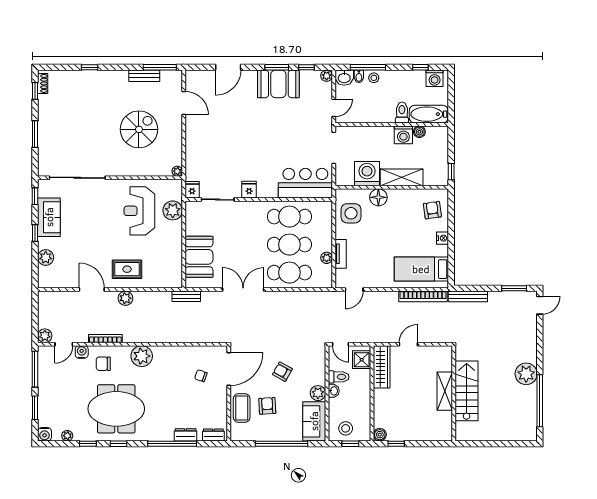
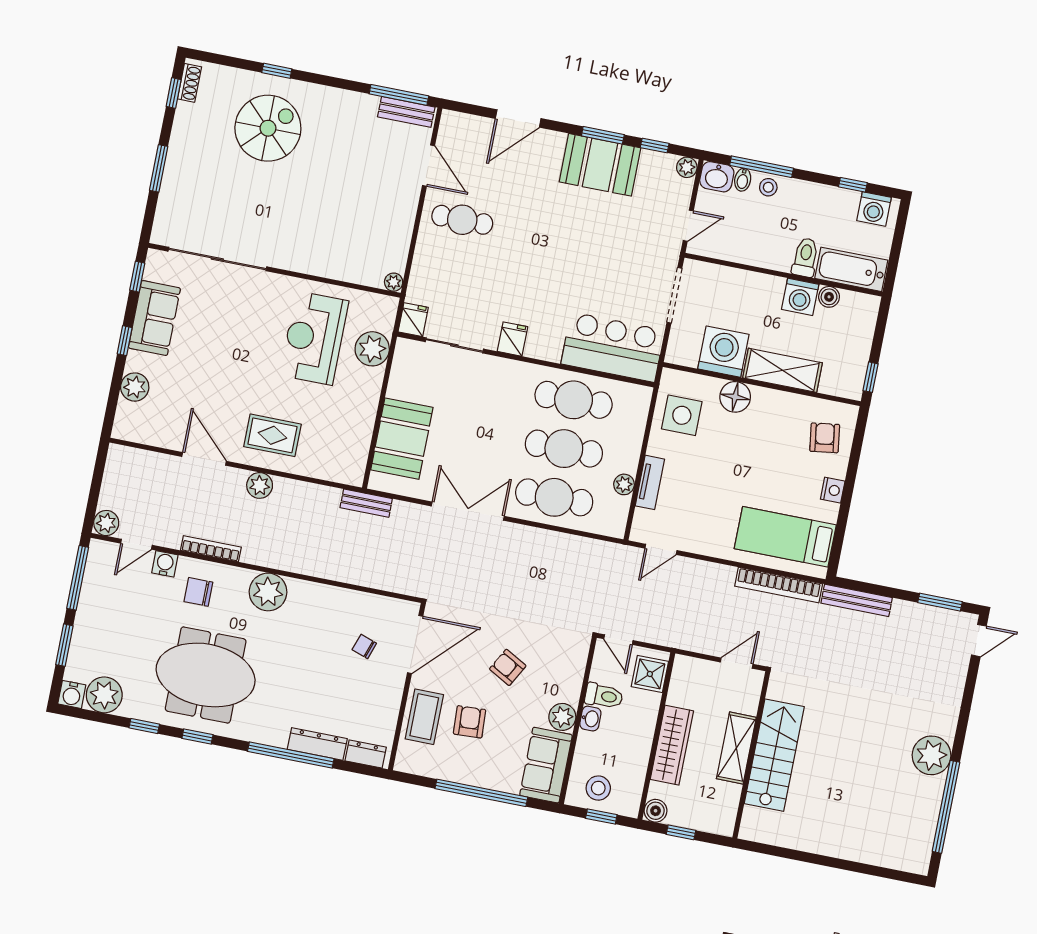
bench: (144, 76) -> (406, 112), moved
spiral stairs: (139, 129) -> (268, 128), moved
cafe table: (208, 129) -> (462, 220), added
wardrobe: (382, 367) -> (672, 745), moved
shelving: (445, 391) -> (736, 748), moved
stairs: (467, 391) -> (774, 755), moved
wall: (454, 393) -> (751, 755), moved
dresser: (186, 435) -> (317, 744), width x1.44
plant: (67, 436) -> (104, 695), width x1.88, depth x1.88

